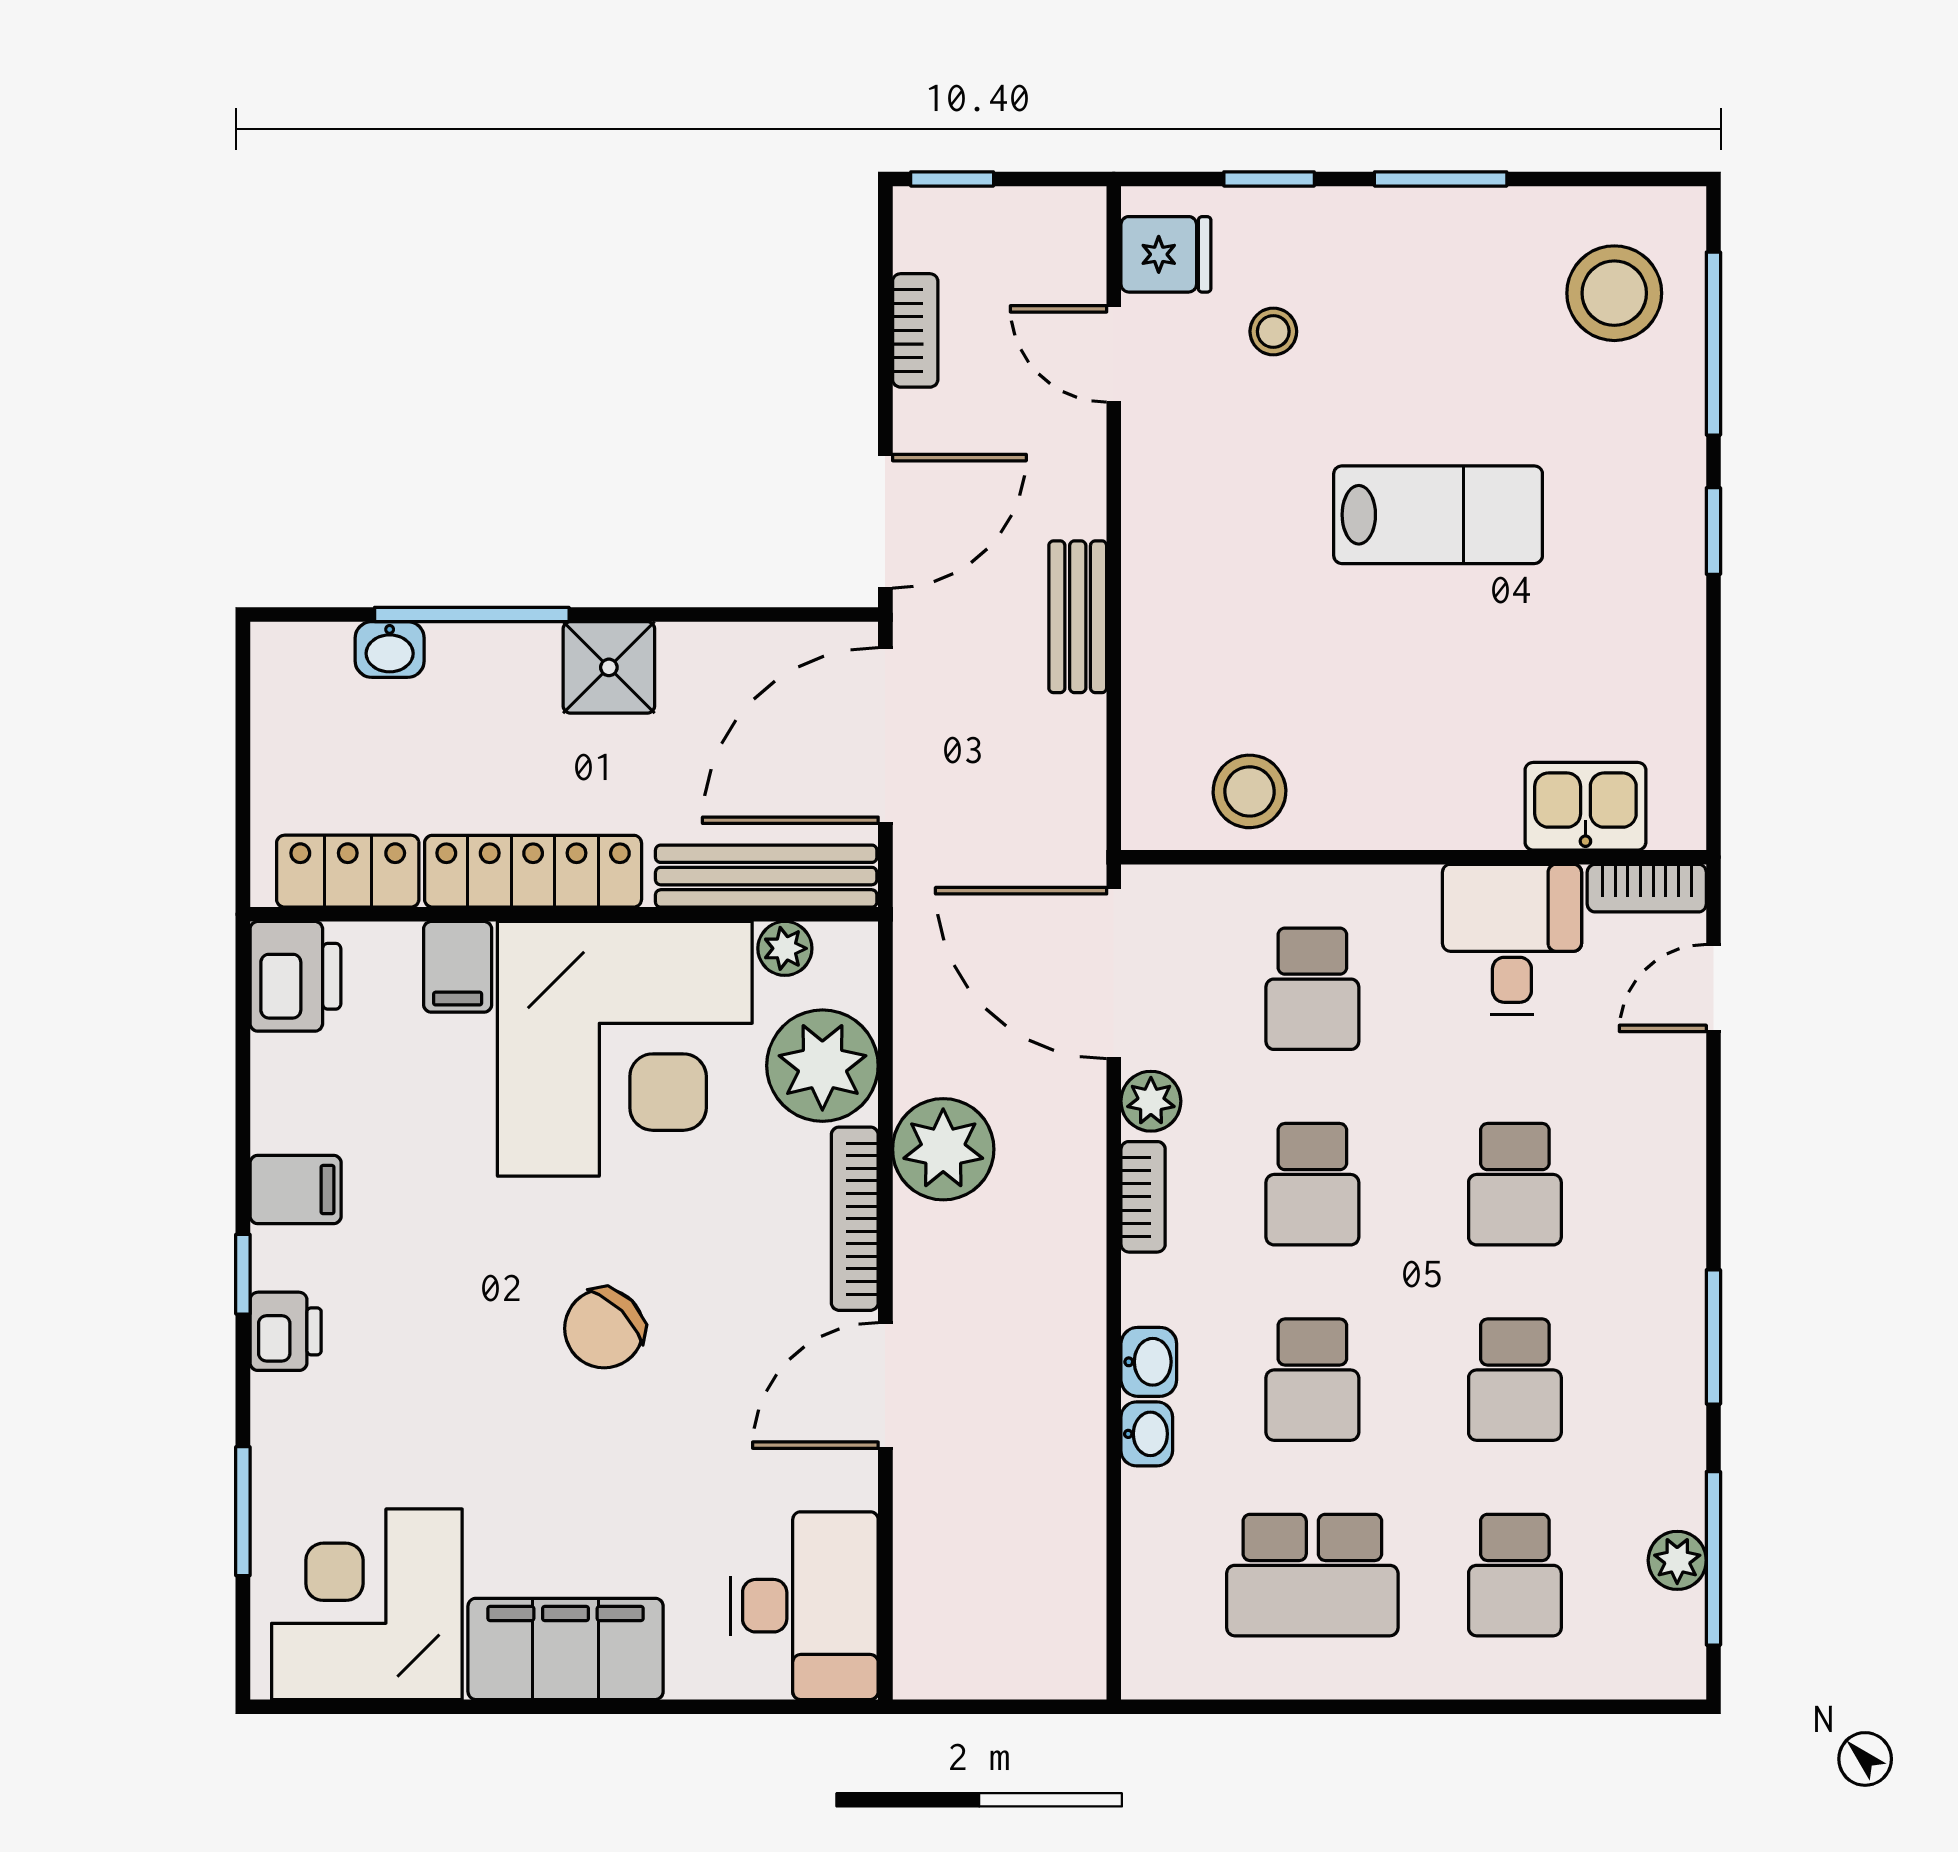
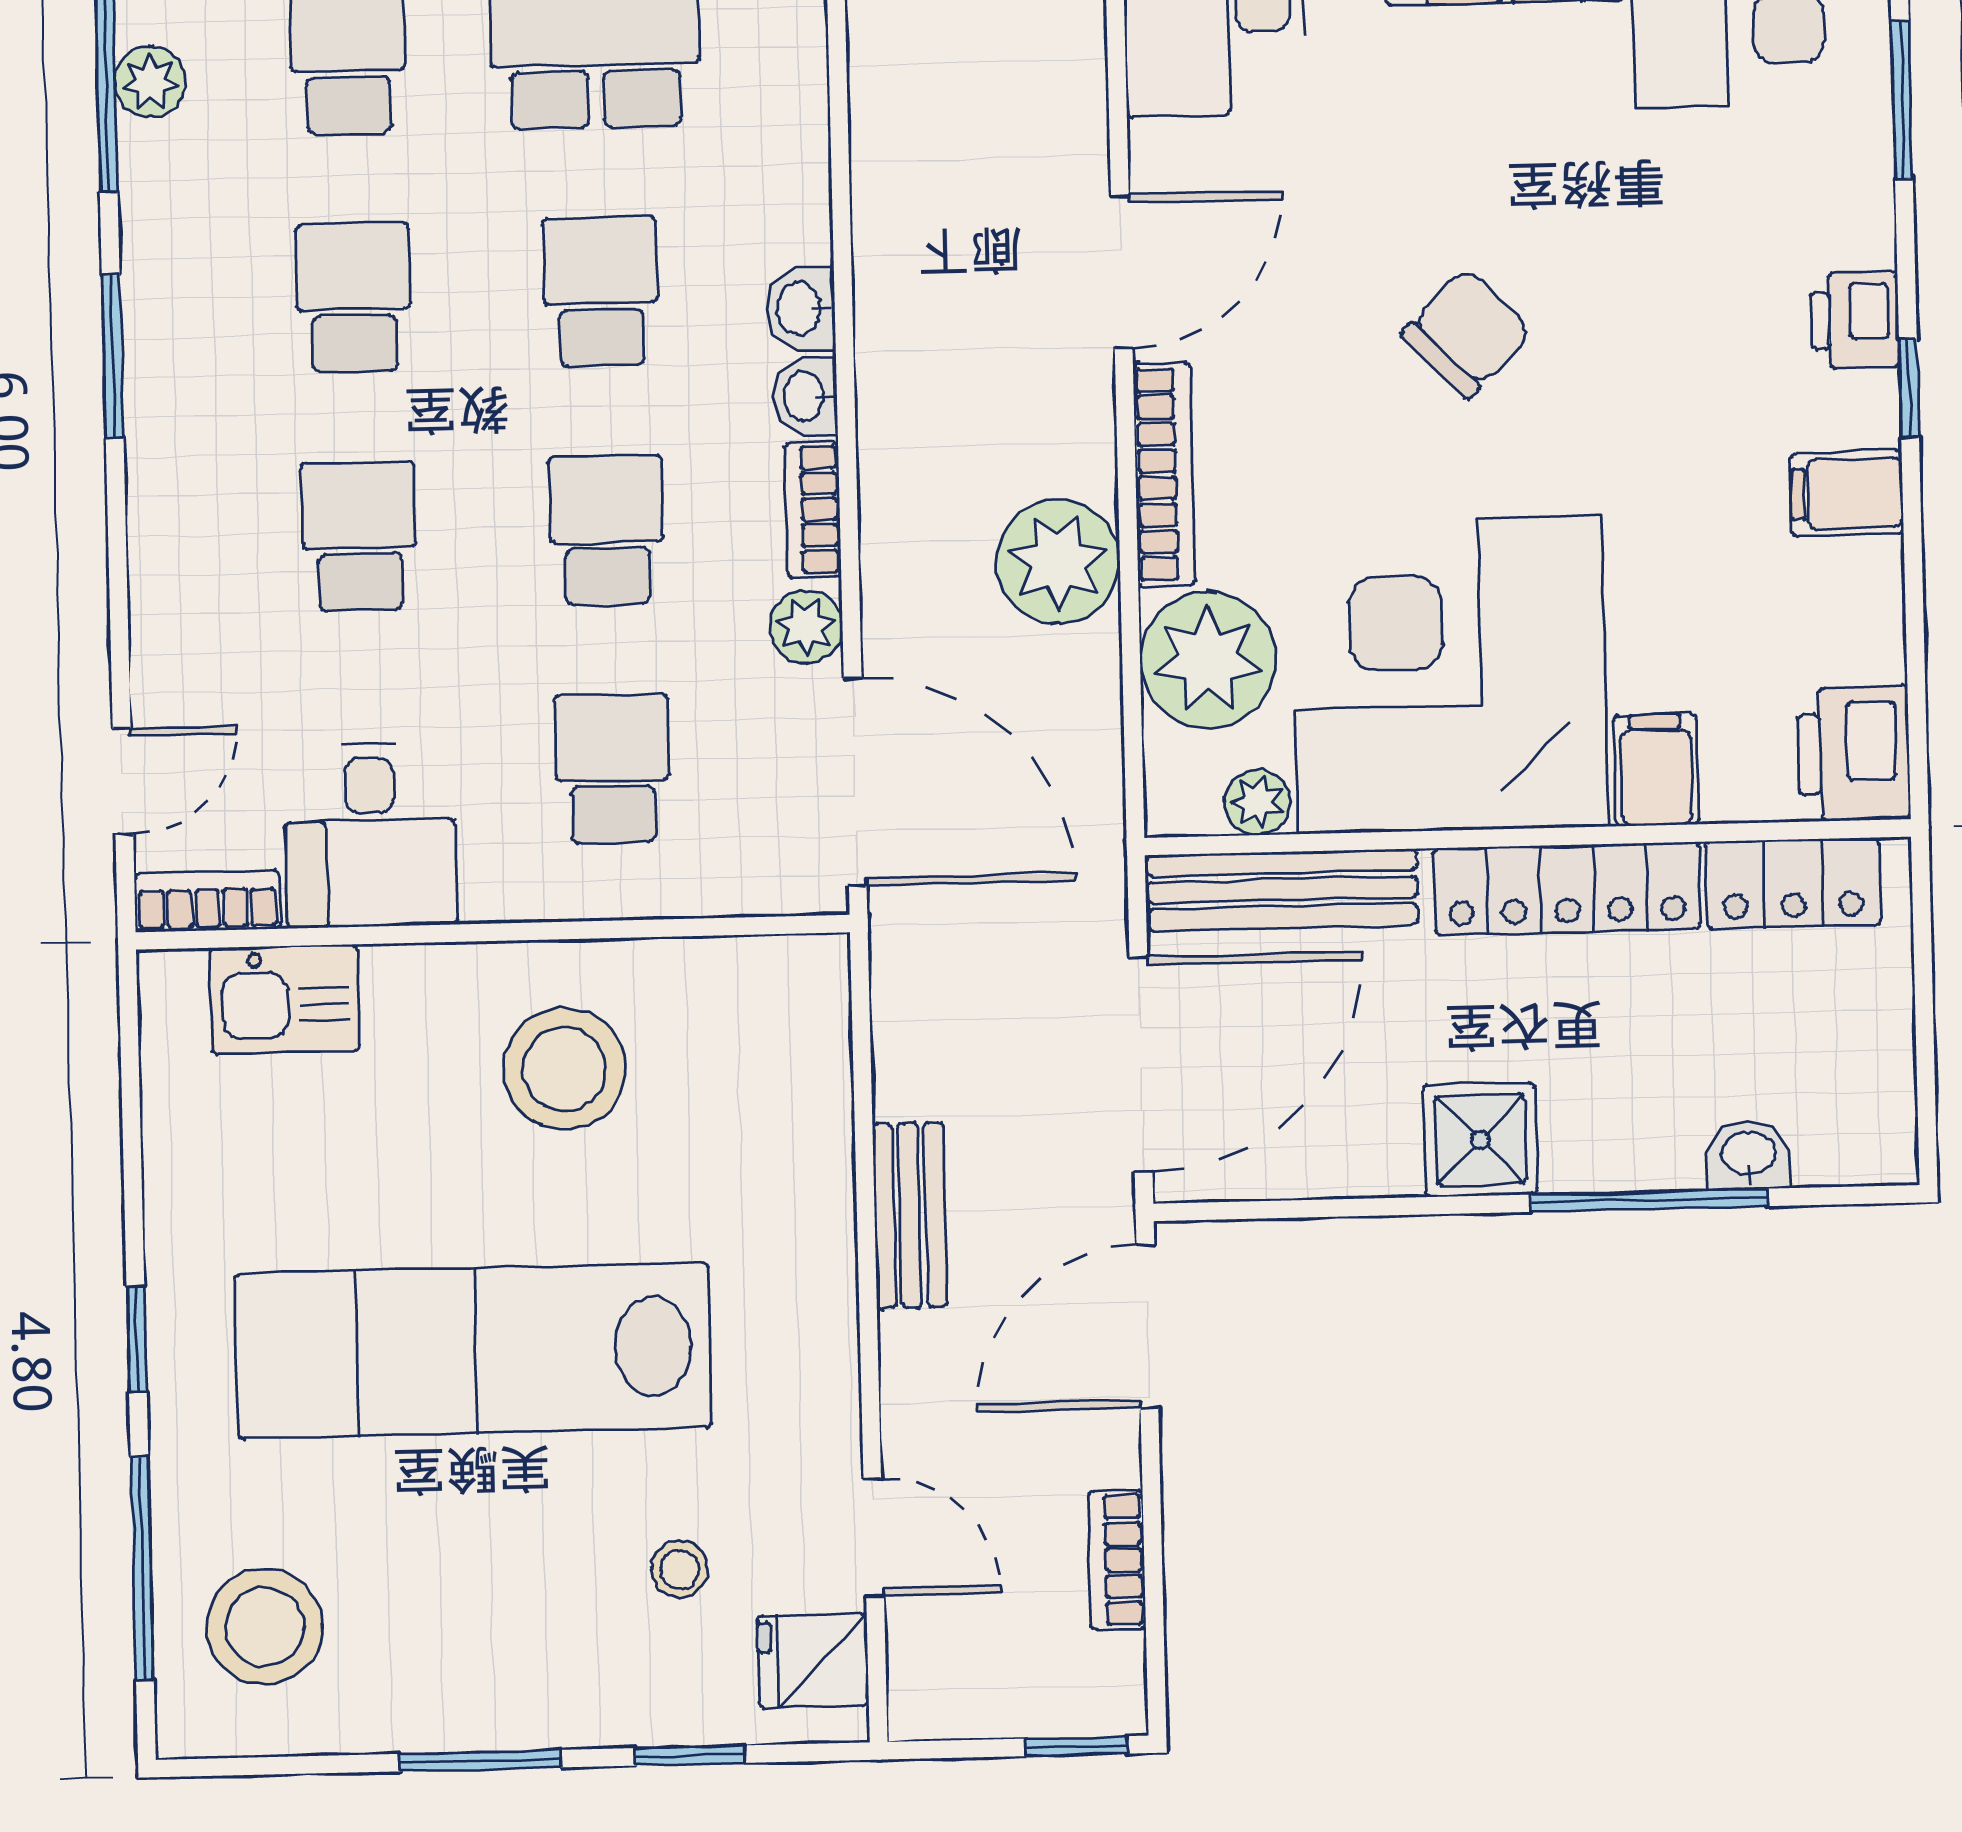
lab bench: (1438, 515) -> (473, 1351), width x1.86, depth x1.39
stool: (1249, 791) -> (565, 1069), moved, width x1.38, depth x1.38
washbasin: (1147, 1434) -> (806, 396), moved

